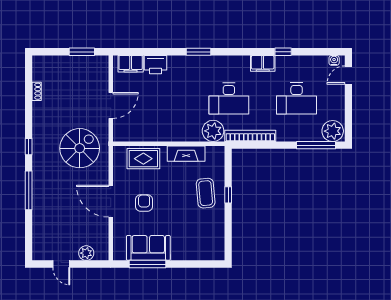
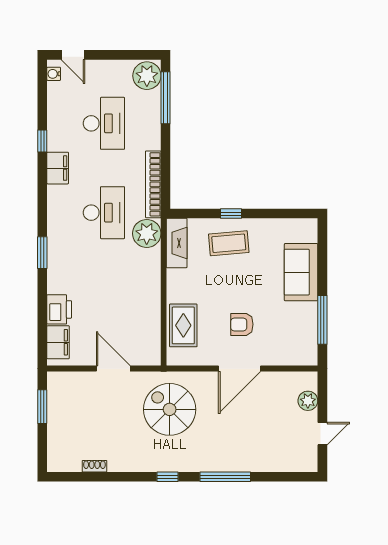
fireplace: (186, 154) -> (177, 243), moved
sofa: (148, 248) -> (301, 272), moved

